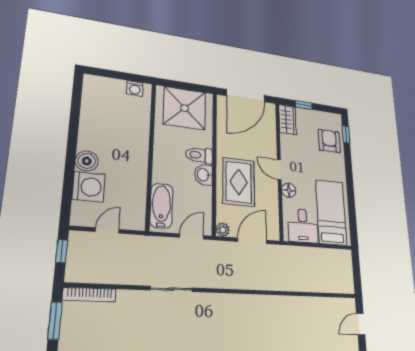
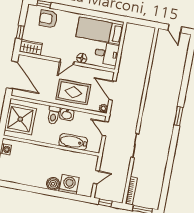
bathtub: (161, 206) -> (73, 142), moved
door: (107, 230) -> (96, 177), swing flipped

